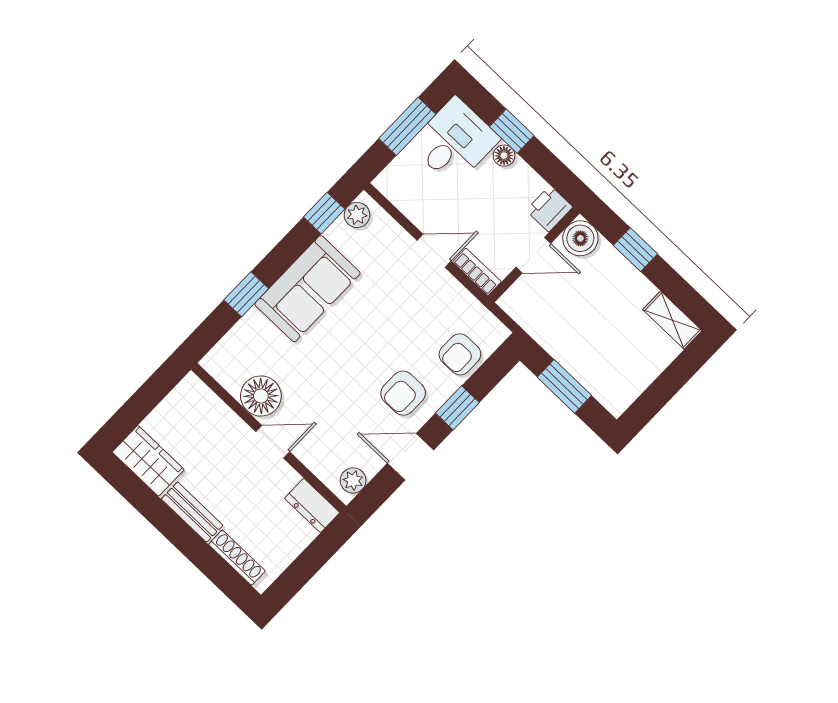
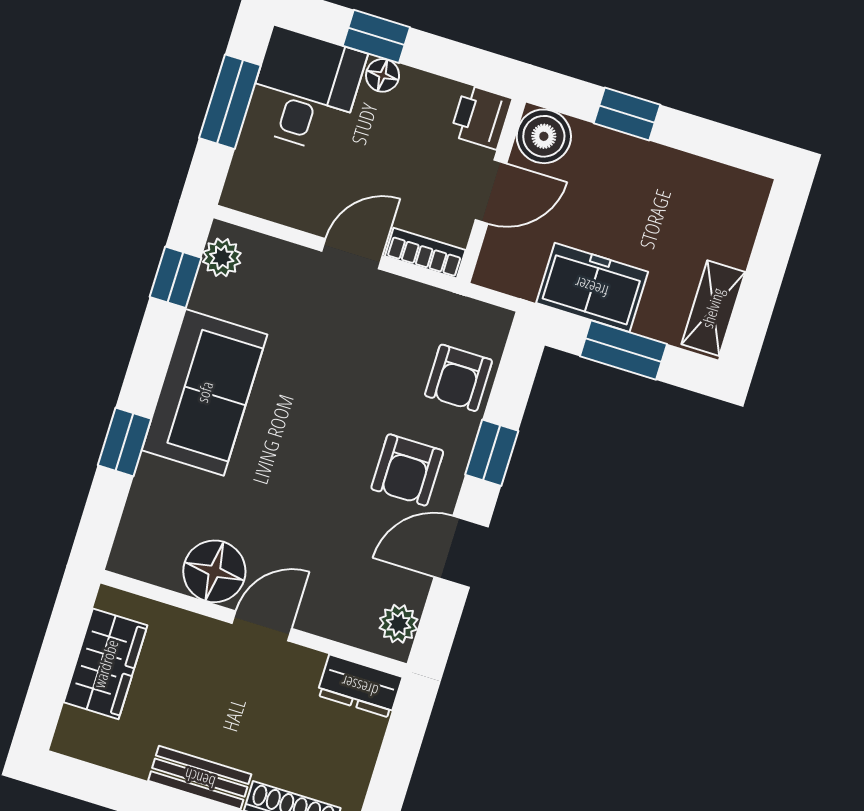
shelving: (672, 320) -> (713, 308), moved, turned 90
freezer: (564, 341) -> (592, 287), added
wardrobe: (148, 461) -> (106, 664), moved, turned 90

